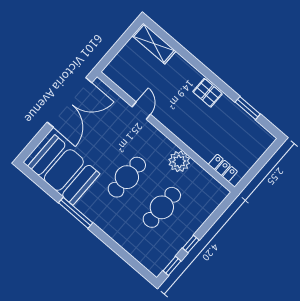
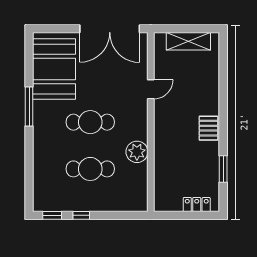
shelving: (154, 43) -> (188, 41), moved, turned 90
locker: (223, 168) -> (197, 205), moved, turned -90

